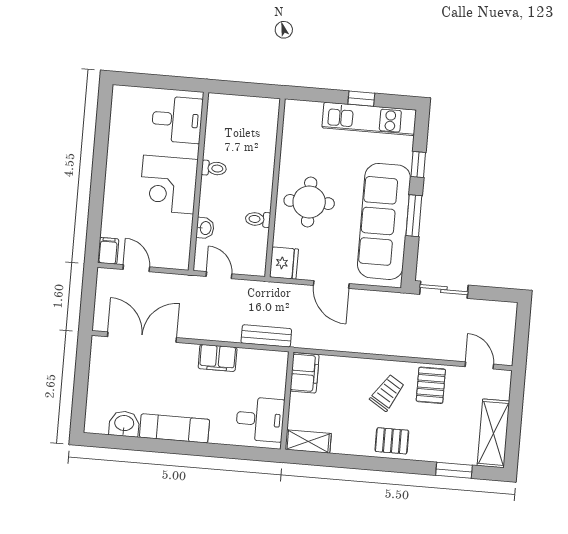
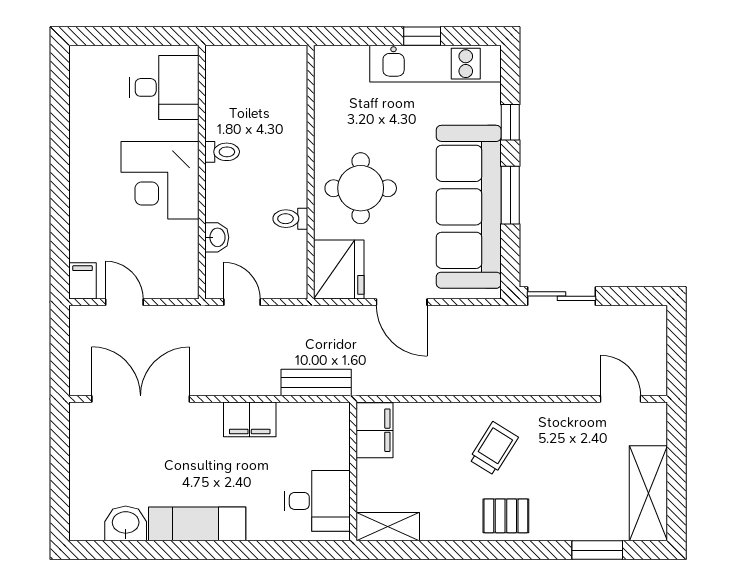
fridge: (284, 263) -> (339, 270), width x1.36, depth x1.34
pallet: (431, 385) -> (554, 433), removed

